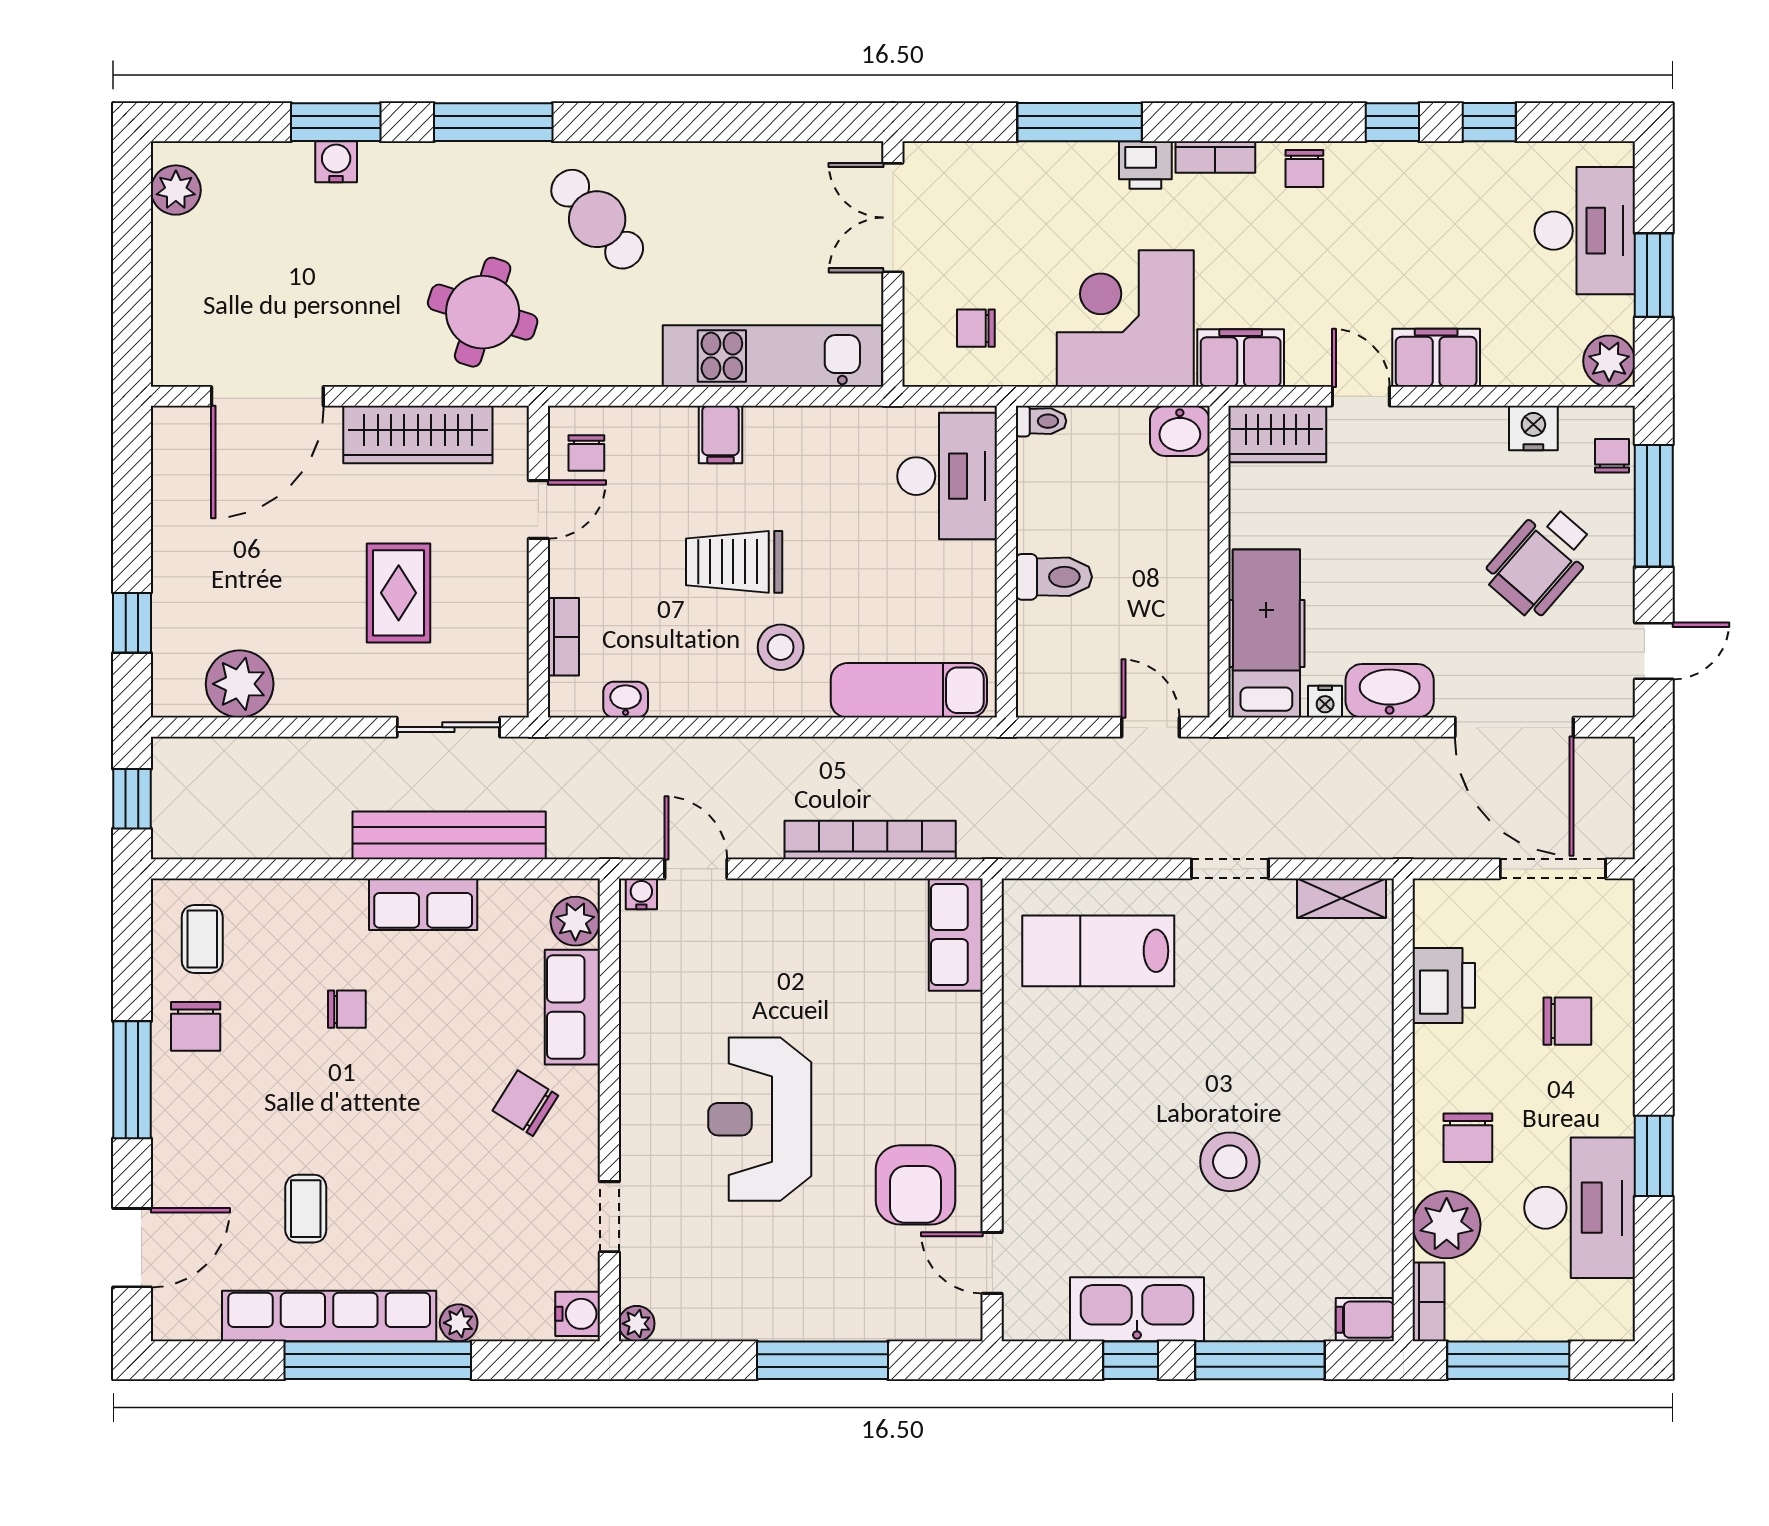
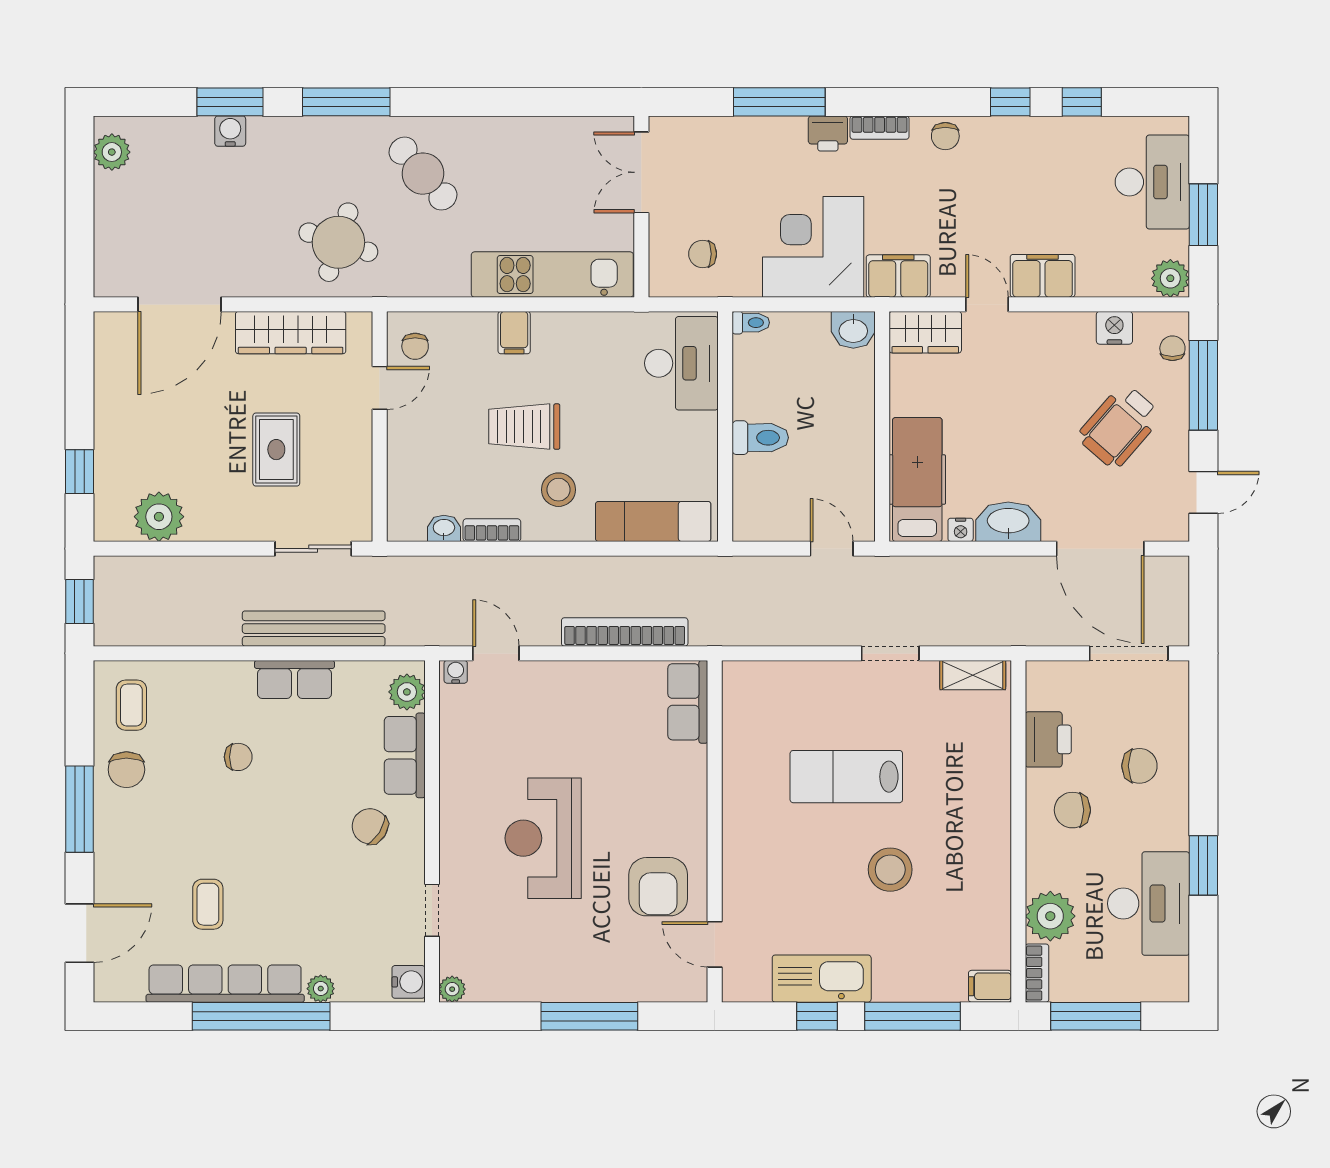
bookcase: (563, 637) -> (492, 530), moved, turned -90
lab bench: (1098, 951) -> (846, 777), moved
chair: (1468, 1138) -> (1072, 810), moved, turned 90

